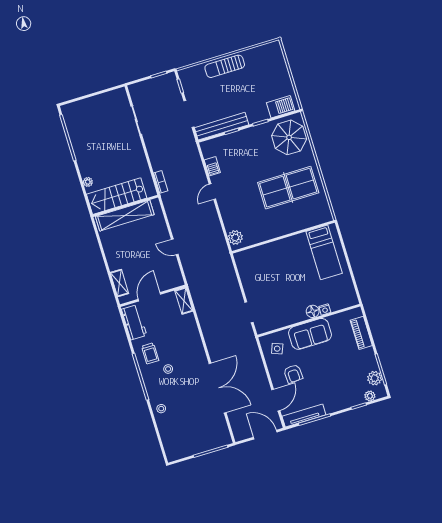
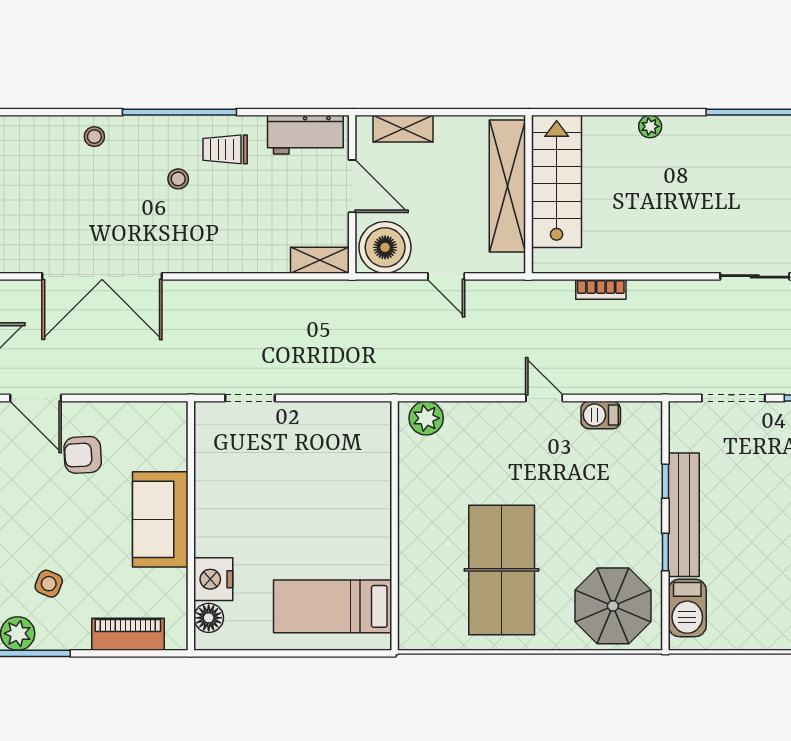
bench: (222, 126) -> (684, 515), moved
stairs: (117, 196) -> (557, 181), moved
wall: (125, 206) -> (529, 194), moved
shelving: (125, 216) -> (507, 186), moved
door: (175, 247) -> (446, 276), swing flipped
boiler: (170, 276) -> (385, 247), added
nightstand: (325, 309) -> (213, 579), width x1.89, depth x1.79
floor lamp: (313, 311) -> (209, 618), moved
side table: (277, 349) -> (49, 584), moved

